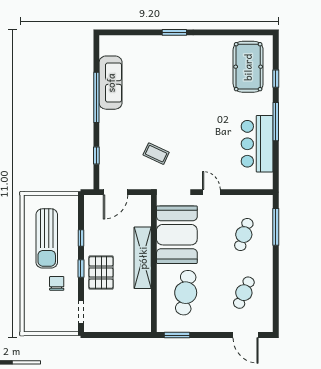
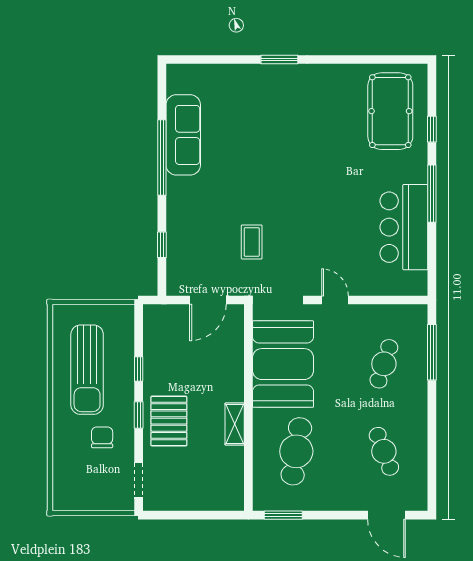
coffee table: (156, 154) -> (252, 242), turned 65
door: (116, 192) -> (208, 300), moved
shelving: (143, 258) -> (235, 424), width x0.45, depth x0.75
cafe table: (244, 293) -> (384, 451), turned -45

